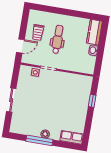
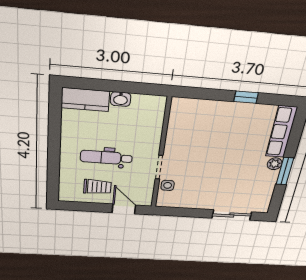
sliding door: (11, 100) -> (232, 215), moved
window: (92, 101) -> (246, 97), moved
row of seats: (72, 137) -> (281, 132), width x1.48
window: (39, 140) -> (285, 171), width x0.69

